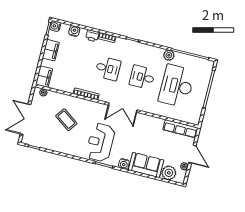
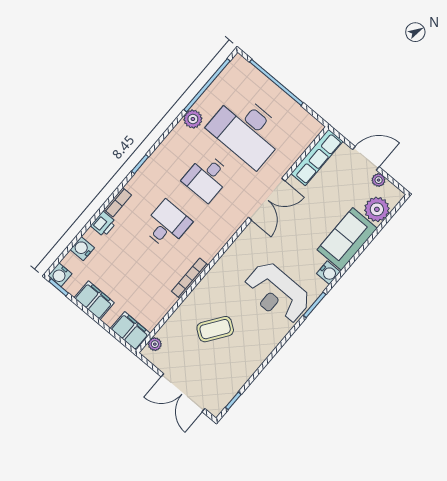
double door: (123, 108) -> (267, 199), moved

